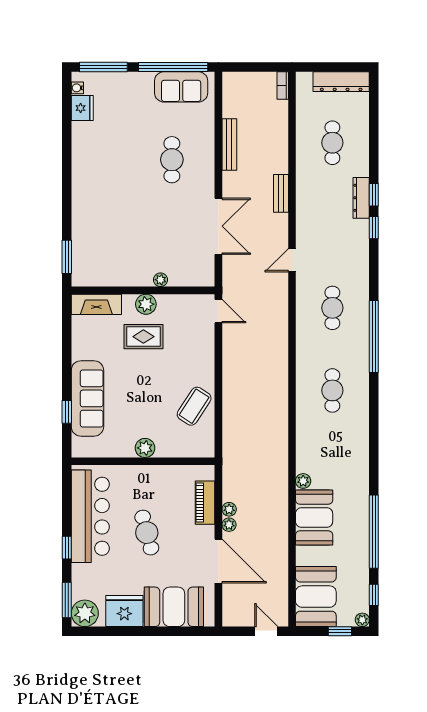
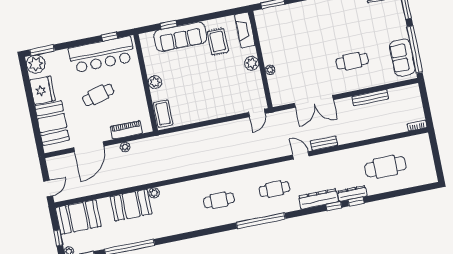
dresser: (341, 82) -> (318, 199), moved, turned 90
cafe table: (332, 143) -> (385, 167), width x1.37, depth x1.35
bench: (281, 193) -> (324, 143), moved
rug: (143, 337) -> (218, 42), moved
coffee table: (194, 406) -> (163, 114), moved, turned 57
plant: (229, 525) -> (115, 149), removed
window: (67, 548) -> (110, 37), moved

